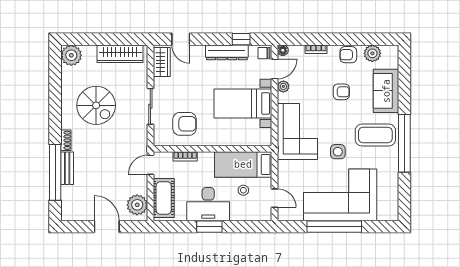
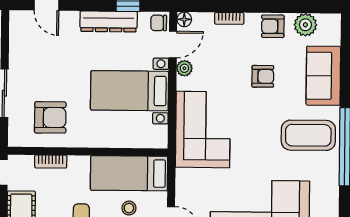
wardrobe: (162, 62) -> (20, 34), removed
side table: (338, 152) -> (257, 157), removed

